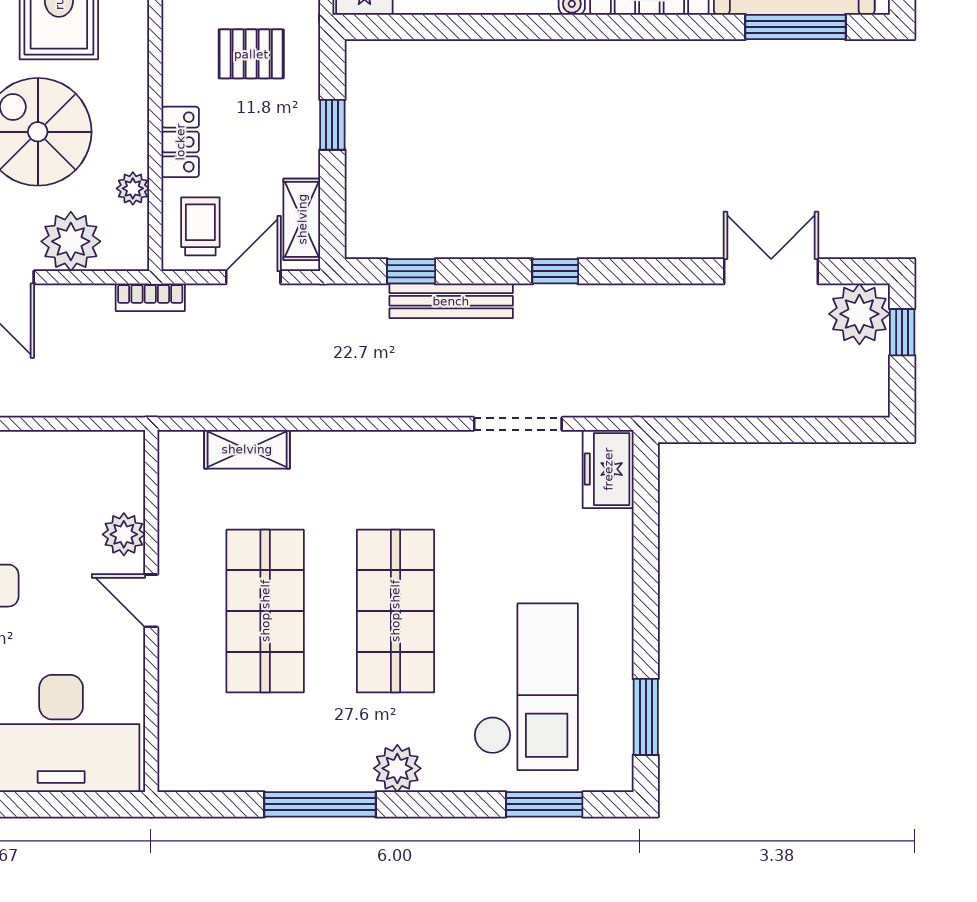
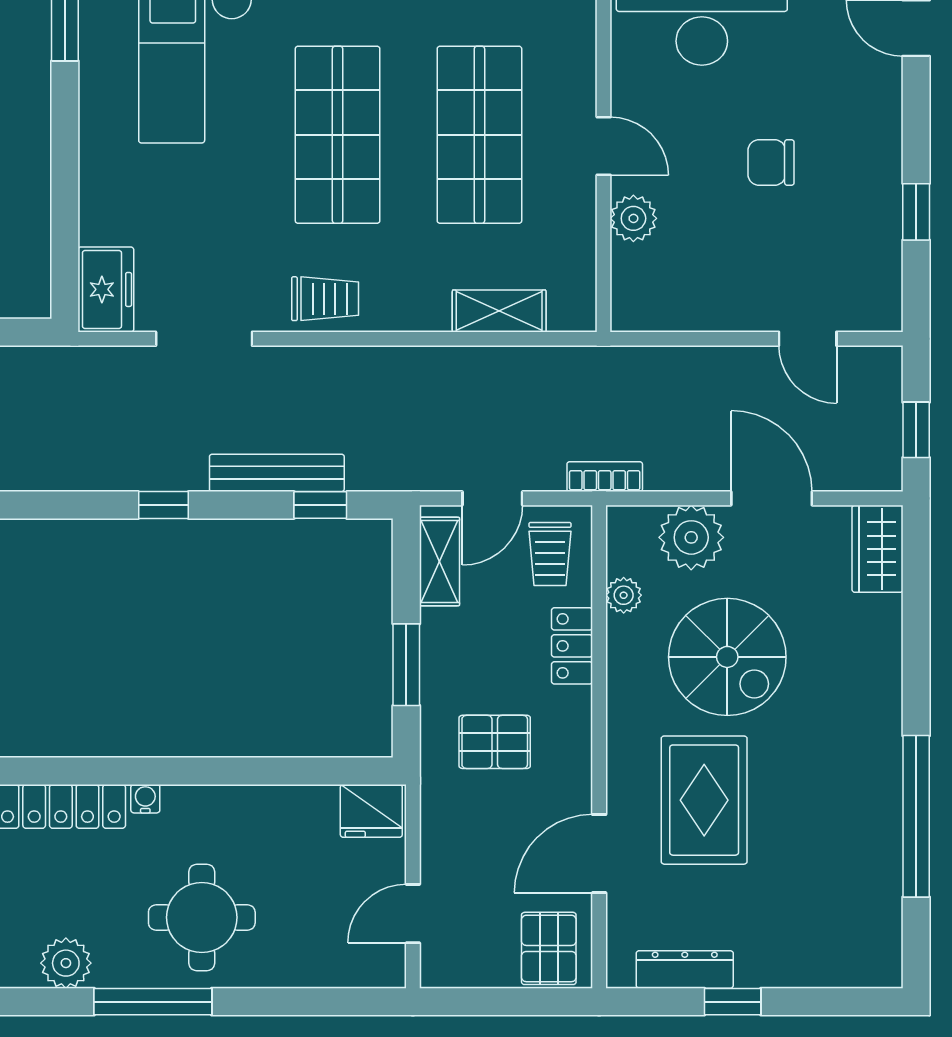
window: (332, 125) -> (406, 665), width x1.50
trolley: (407, 461) -> (325, 299), added

